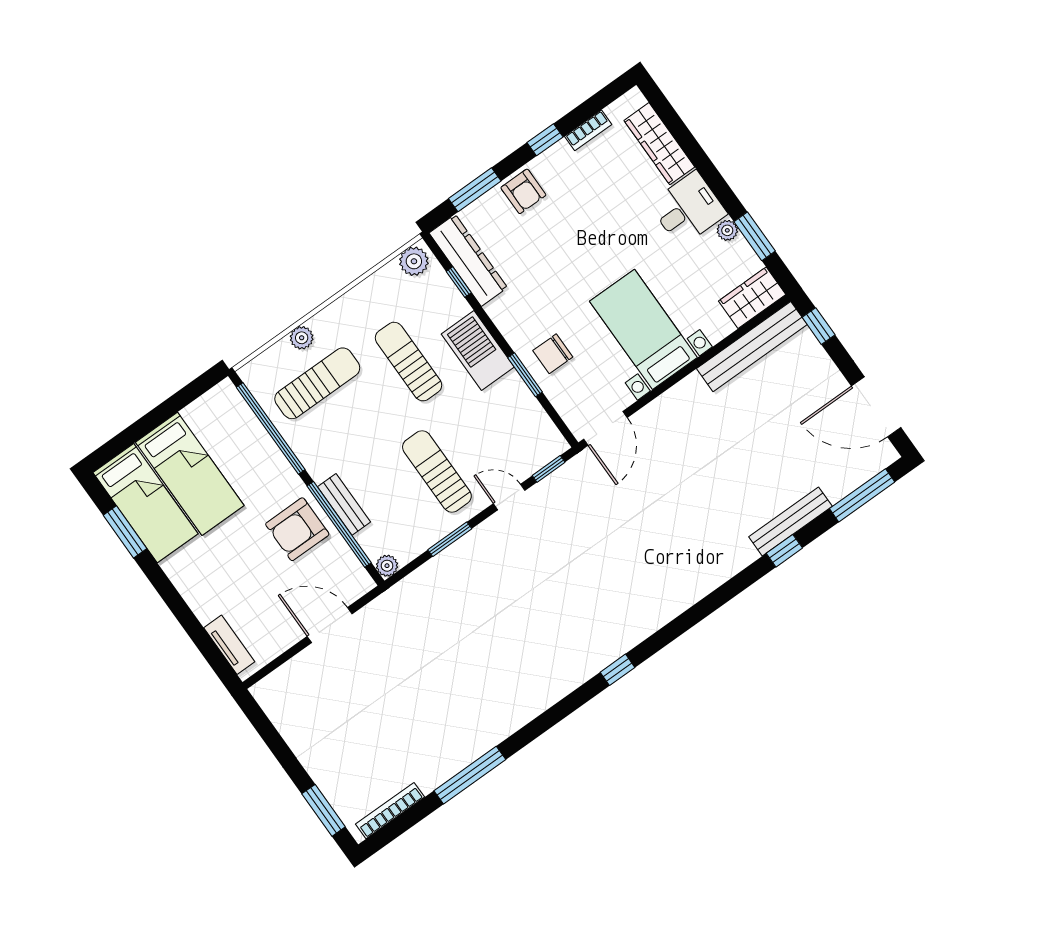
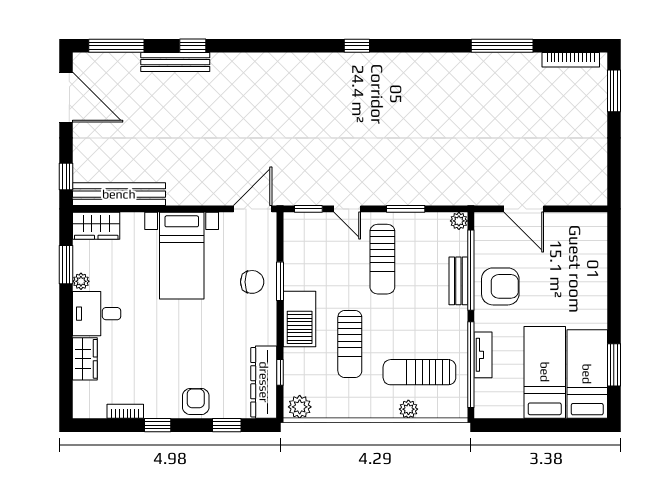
wardrobe: (659, 144) -> (85, 359), width x0.67
window: (475, 190) -> (227, 425), width x0.67
tv unit: (229, 645) -> (483, 355), moved, turned 180

